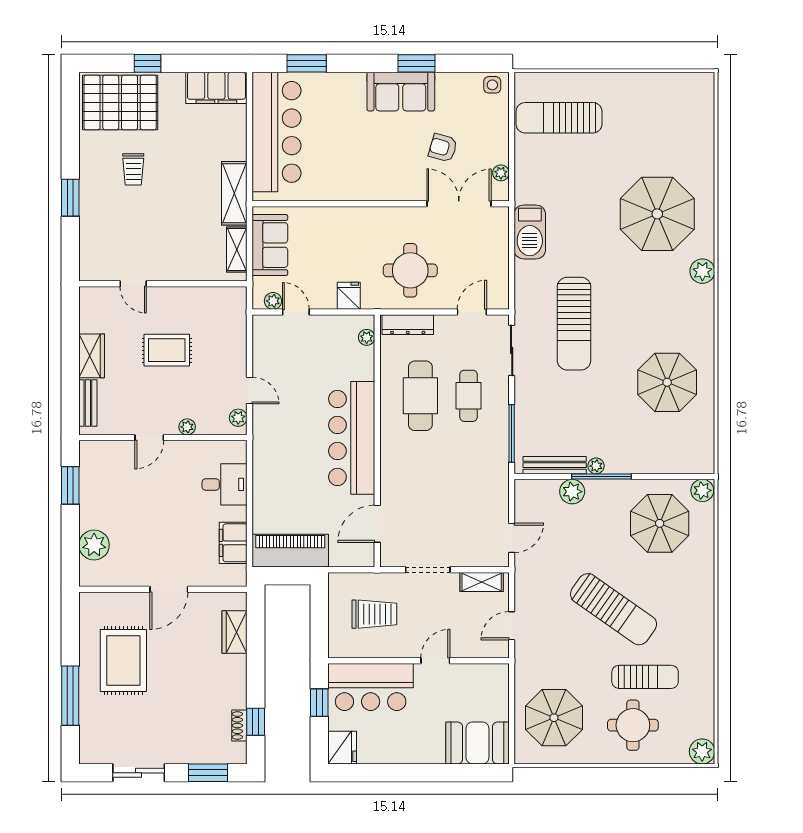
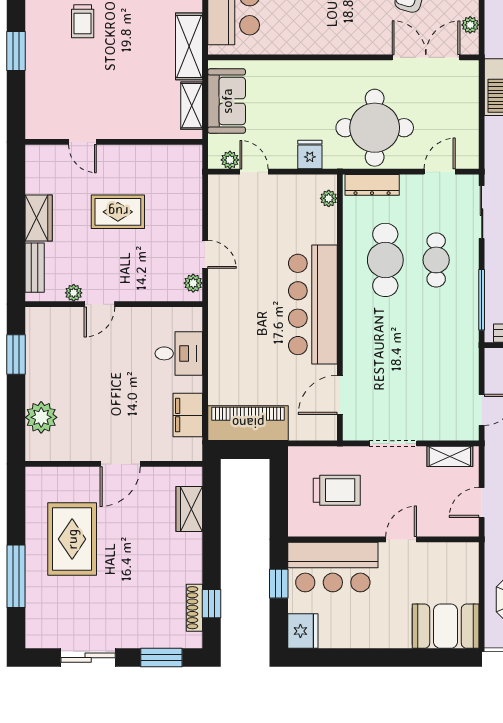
round table: (410, 270) -> (375, 128), width x1.36, depth x1.36
plant: (187, 427) -> (74, 293), moved
shoe rack: (239, 726) -> (194, 608), width x1.43

